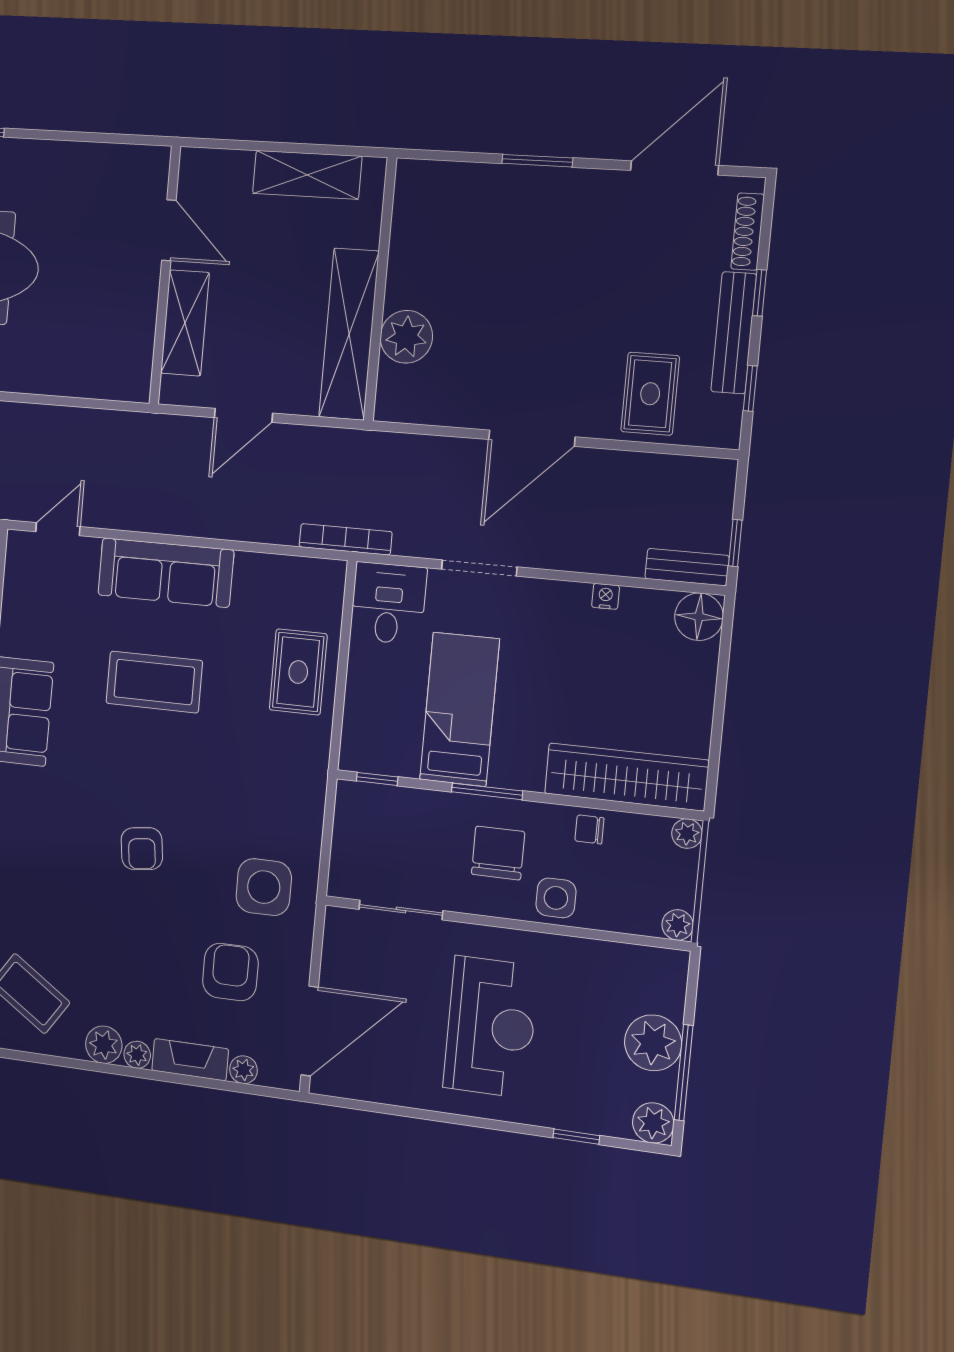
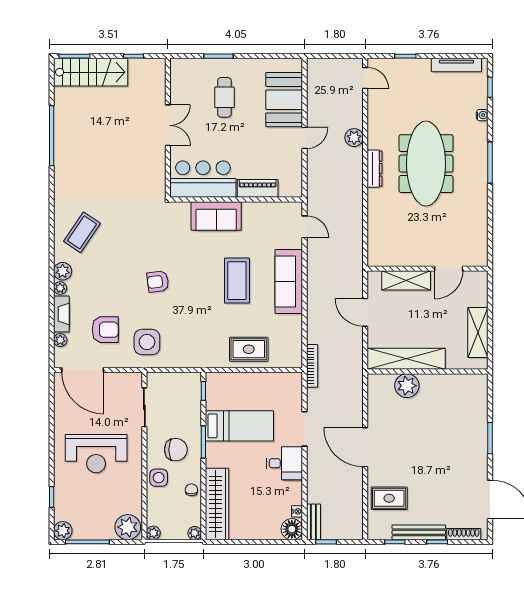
nightstand: (606, 596) -> (297, 511), moved
desk: (388, 603) -> (284, 463), moved
plant: (653, 1043) -> (128, 527), moved

